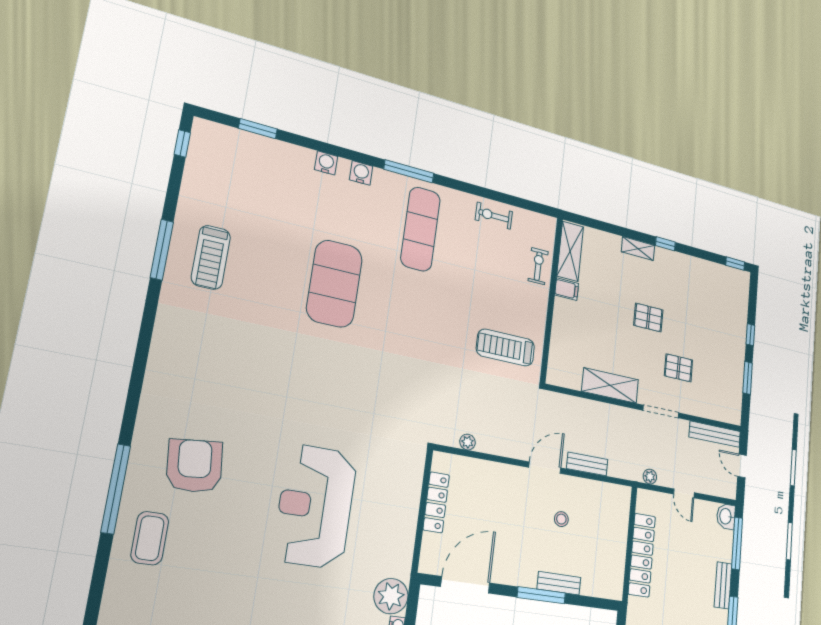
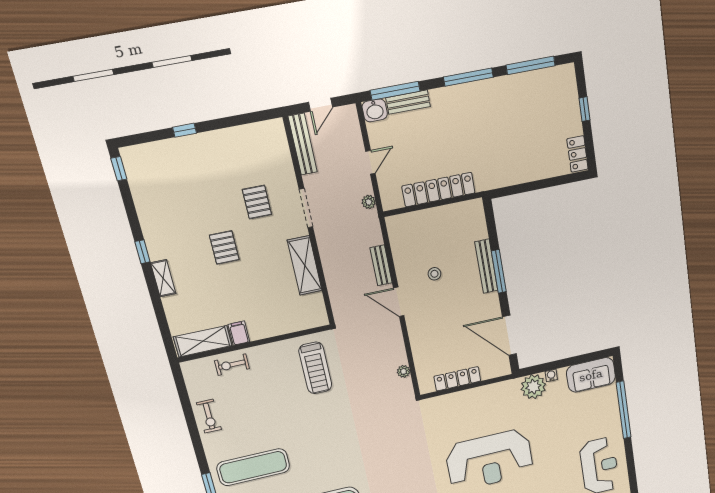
window: (748, 378) -> (231, 122), removed
bench: (559, 583) -> (486, 266), width x1.36
bench: (723, 585) -> (408, 102), moved

